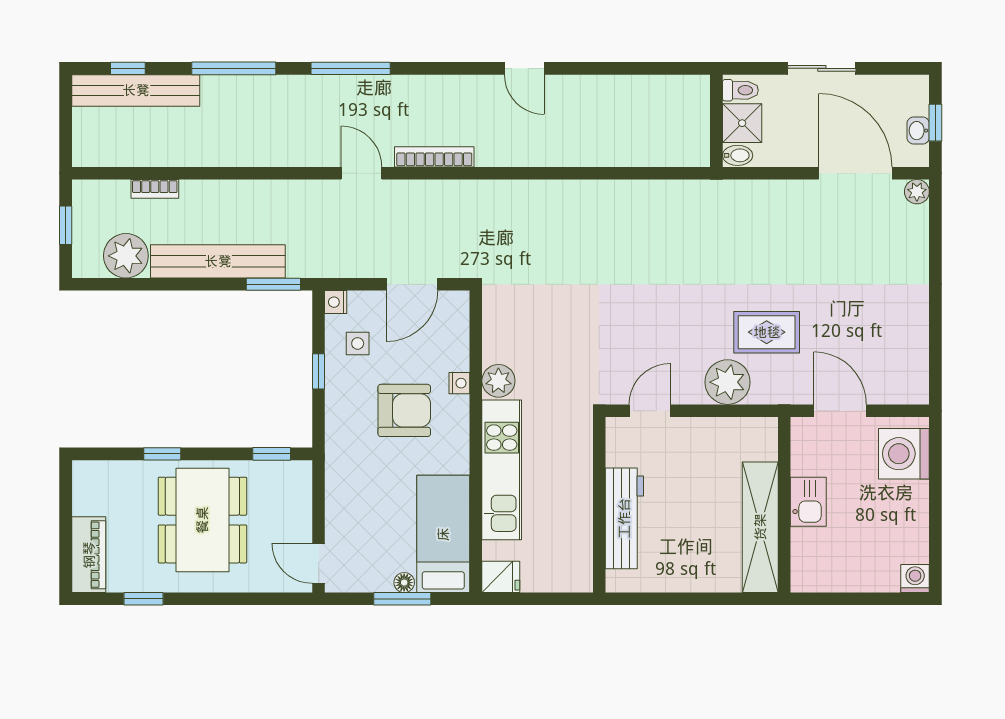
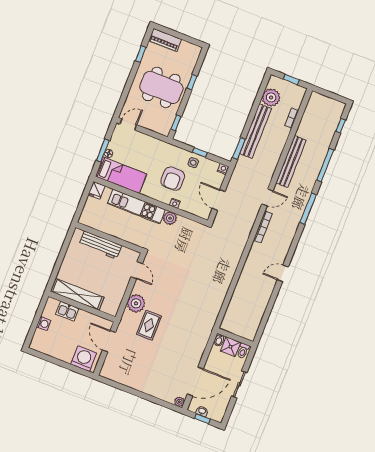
bench: (136, 90) -> (291, 162), moved
side table: (358, 343) -> (193, 163), moved
door: (840, 411) -> (109, 341), swing flipped
kitchen sink: (808, 502) -> (67, 311), moved
washing machine: (915, 579) -> (44, 324), moved

